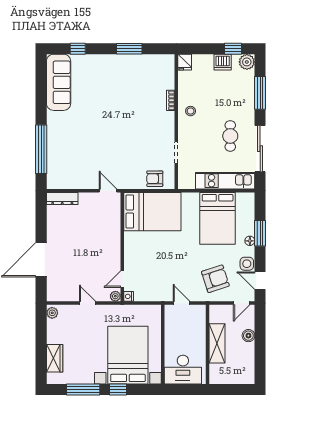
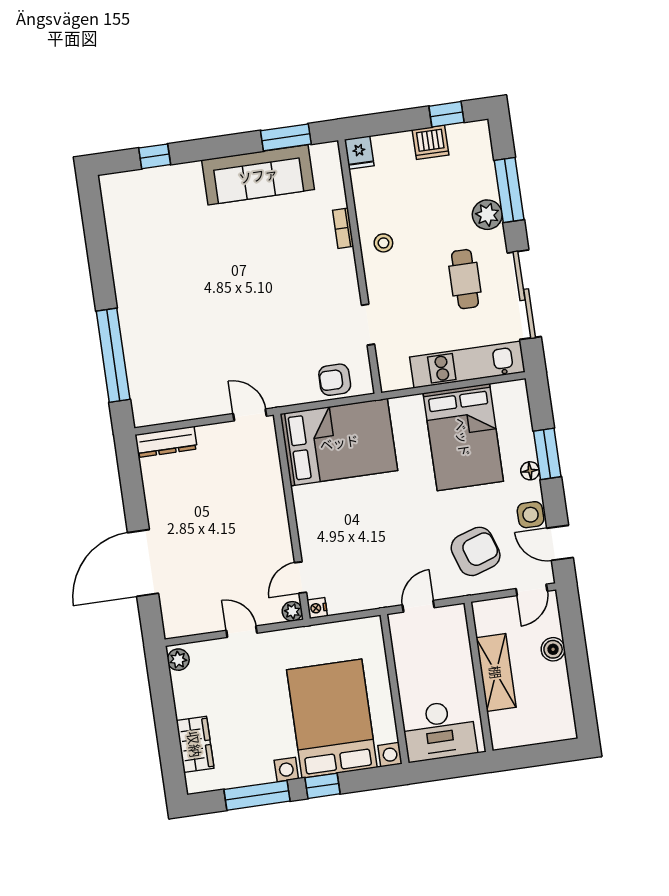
window: (129, 49) -> (286, 137), moved
plant: (247, 62) -> (487, 215), moved
sofa: (59, 82) -> (258, 175), moved, turned 90
door: (181, 303) -> (418, 606), hinge flipped

